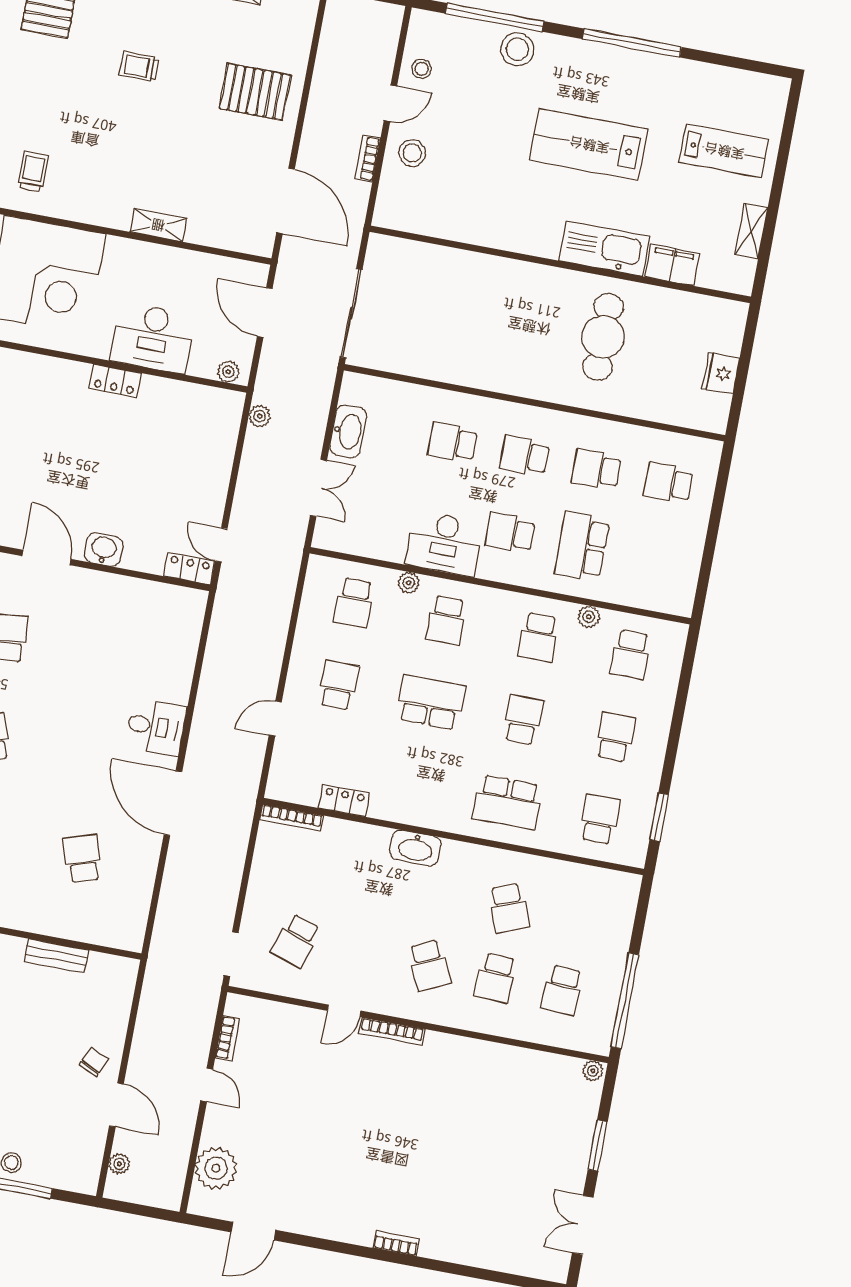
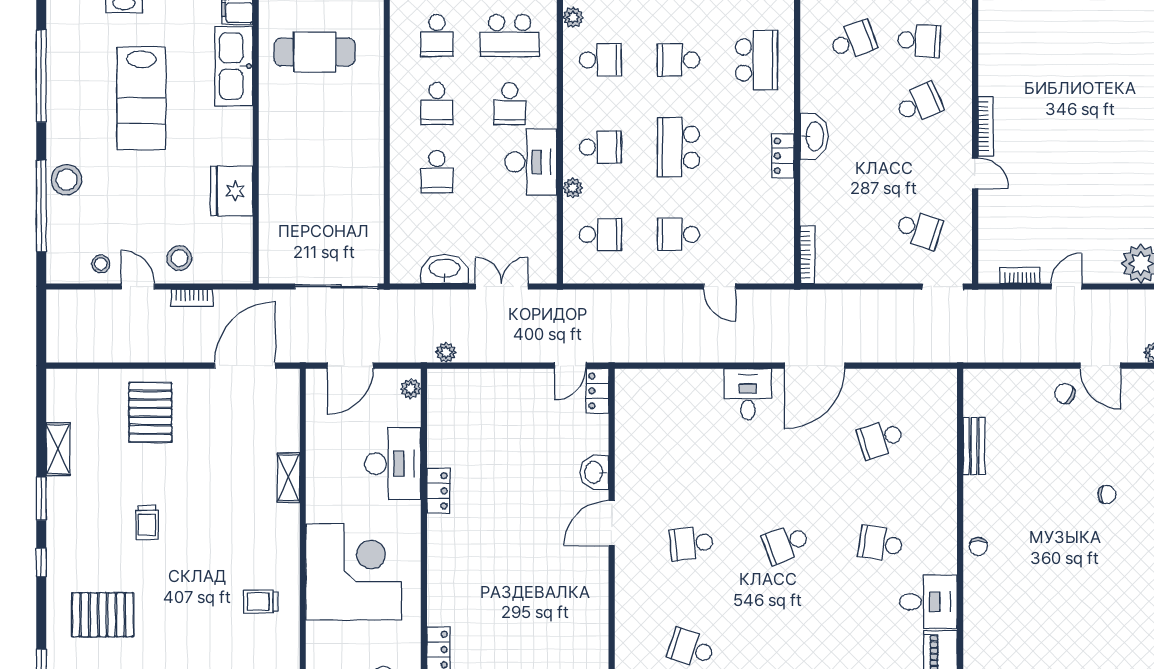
fridge: (473, 222) -> (232, 191), added
locker: (344, 801) -> (783, 156), moved
door: (116, 1105) -> (1100, 366), swing flipped

